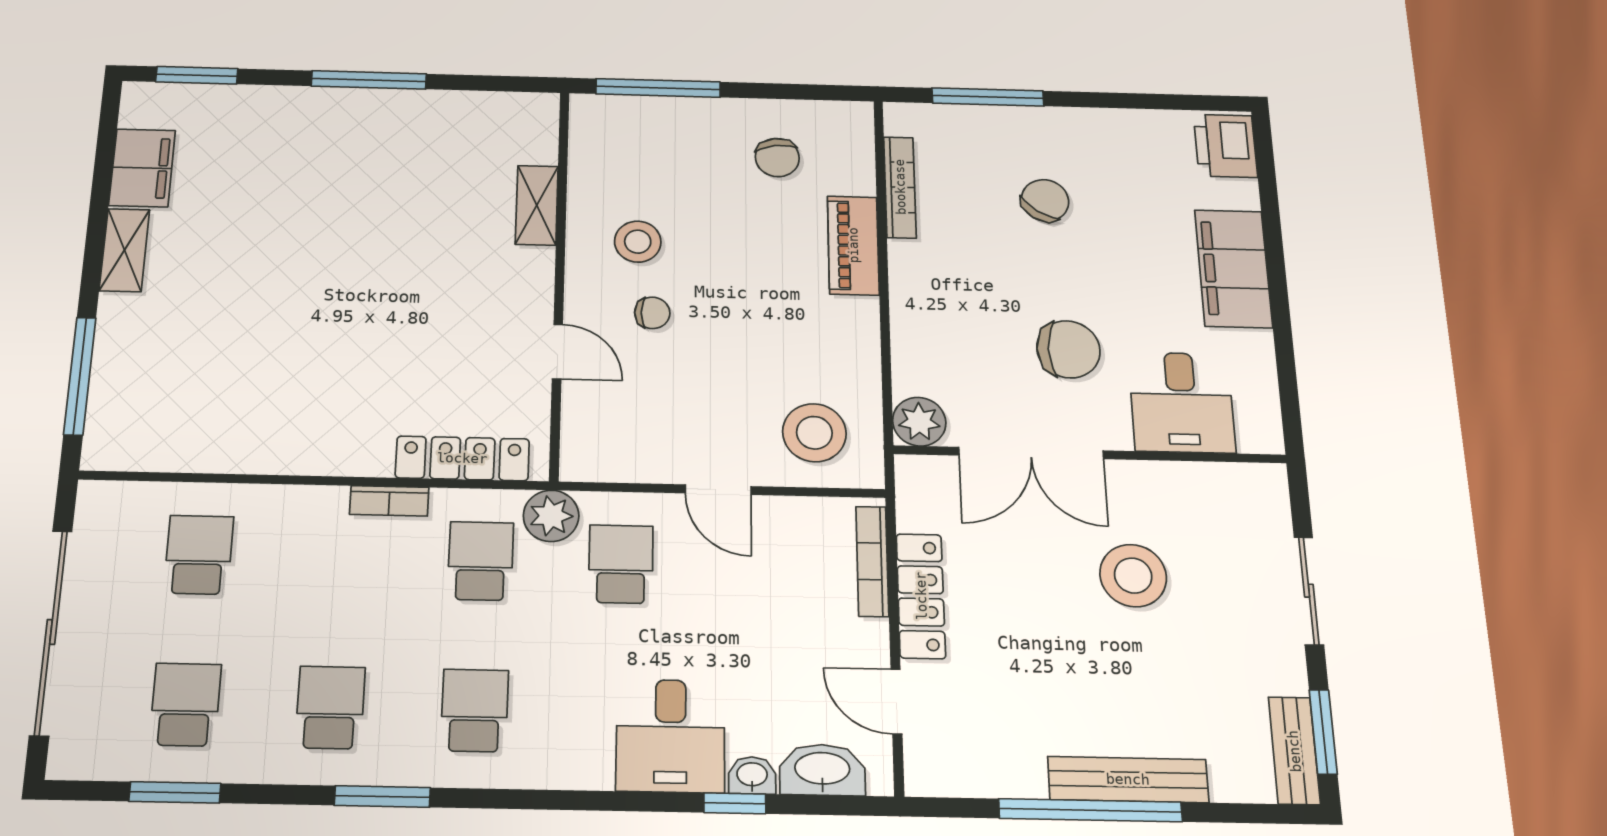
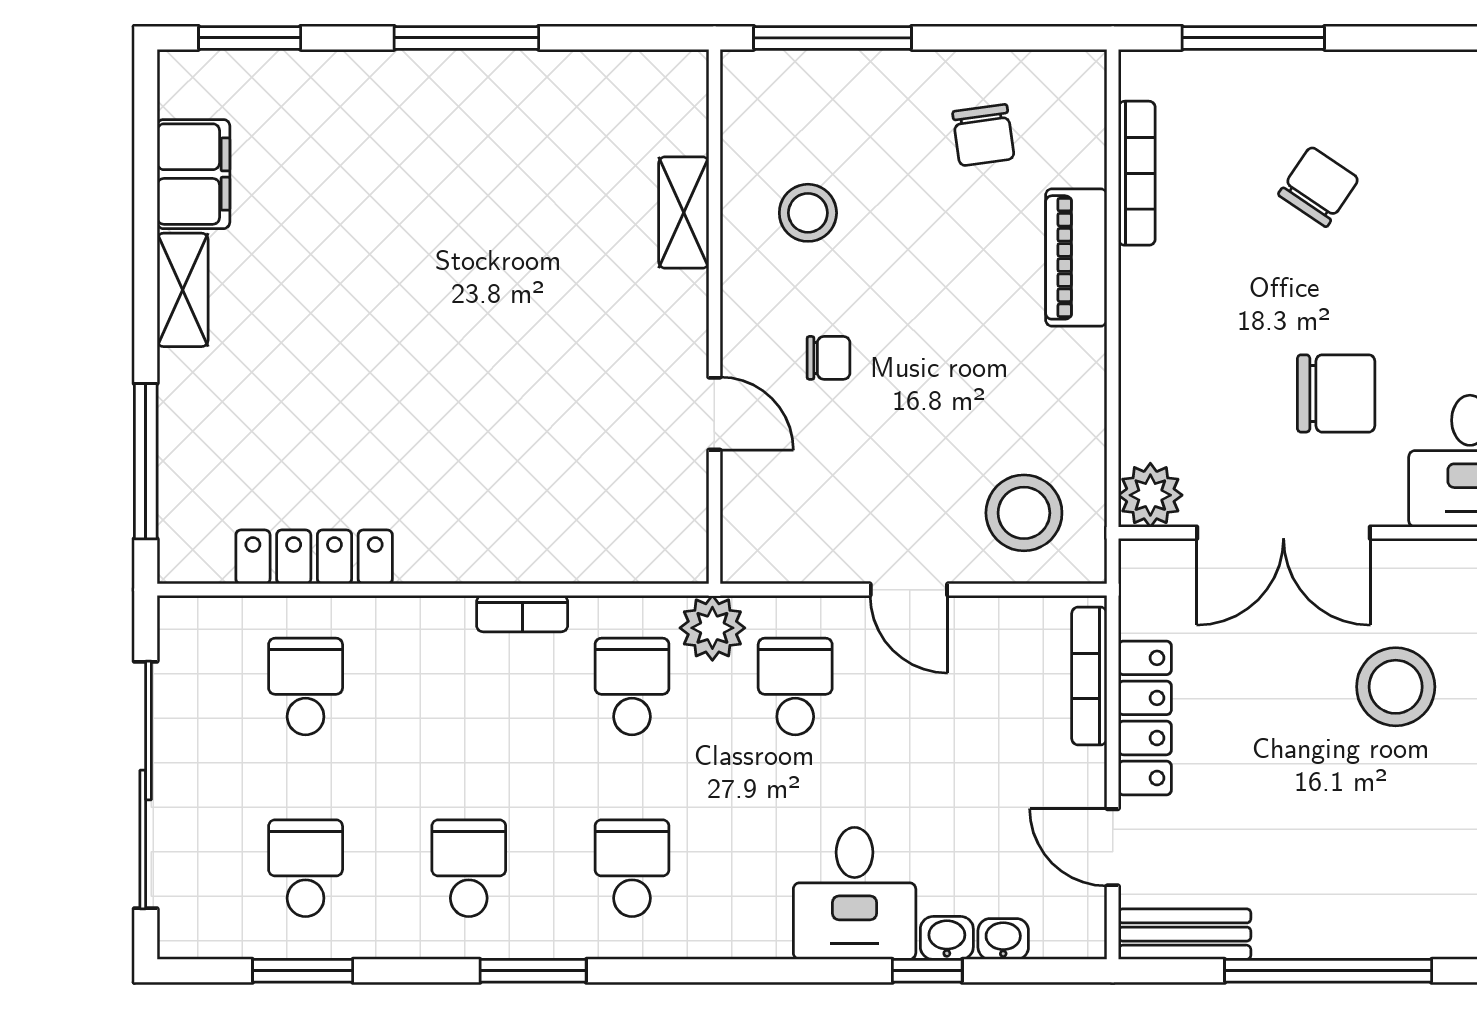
stool: (638, 242) -> (808, 213), moved
locker: (462, 458) -> (314, 557), moved
washbasin: (822, 770) -> (1003, 939), width x0.52, depth x0.69
bench: (1128, 779) -> (1185, 934), moved, width x0.73

